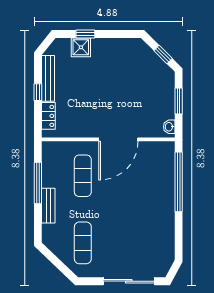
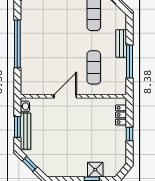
bench: (48, 78) -> (26, 131), moved
door: (118, 139) -> (65, 96), width x0.73
window: (179, 182) -> (17, 44), moved

